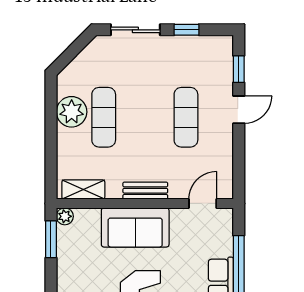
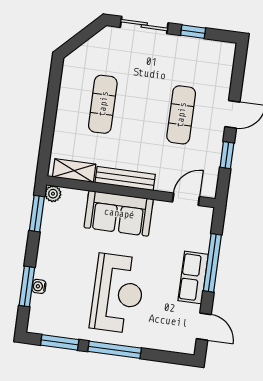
window: (239, 69) -> (227, 155), moved
plant: (72, 112) -> (73, 95), removed
bench: (145, 191) -> (125, 179), width x1.36

